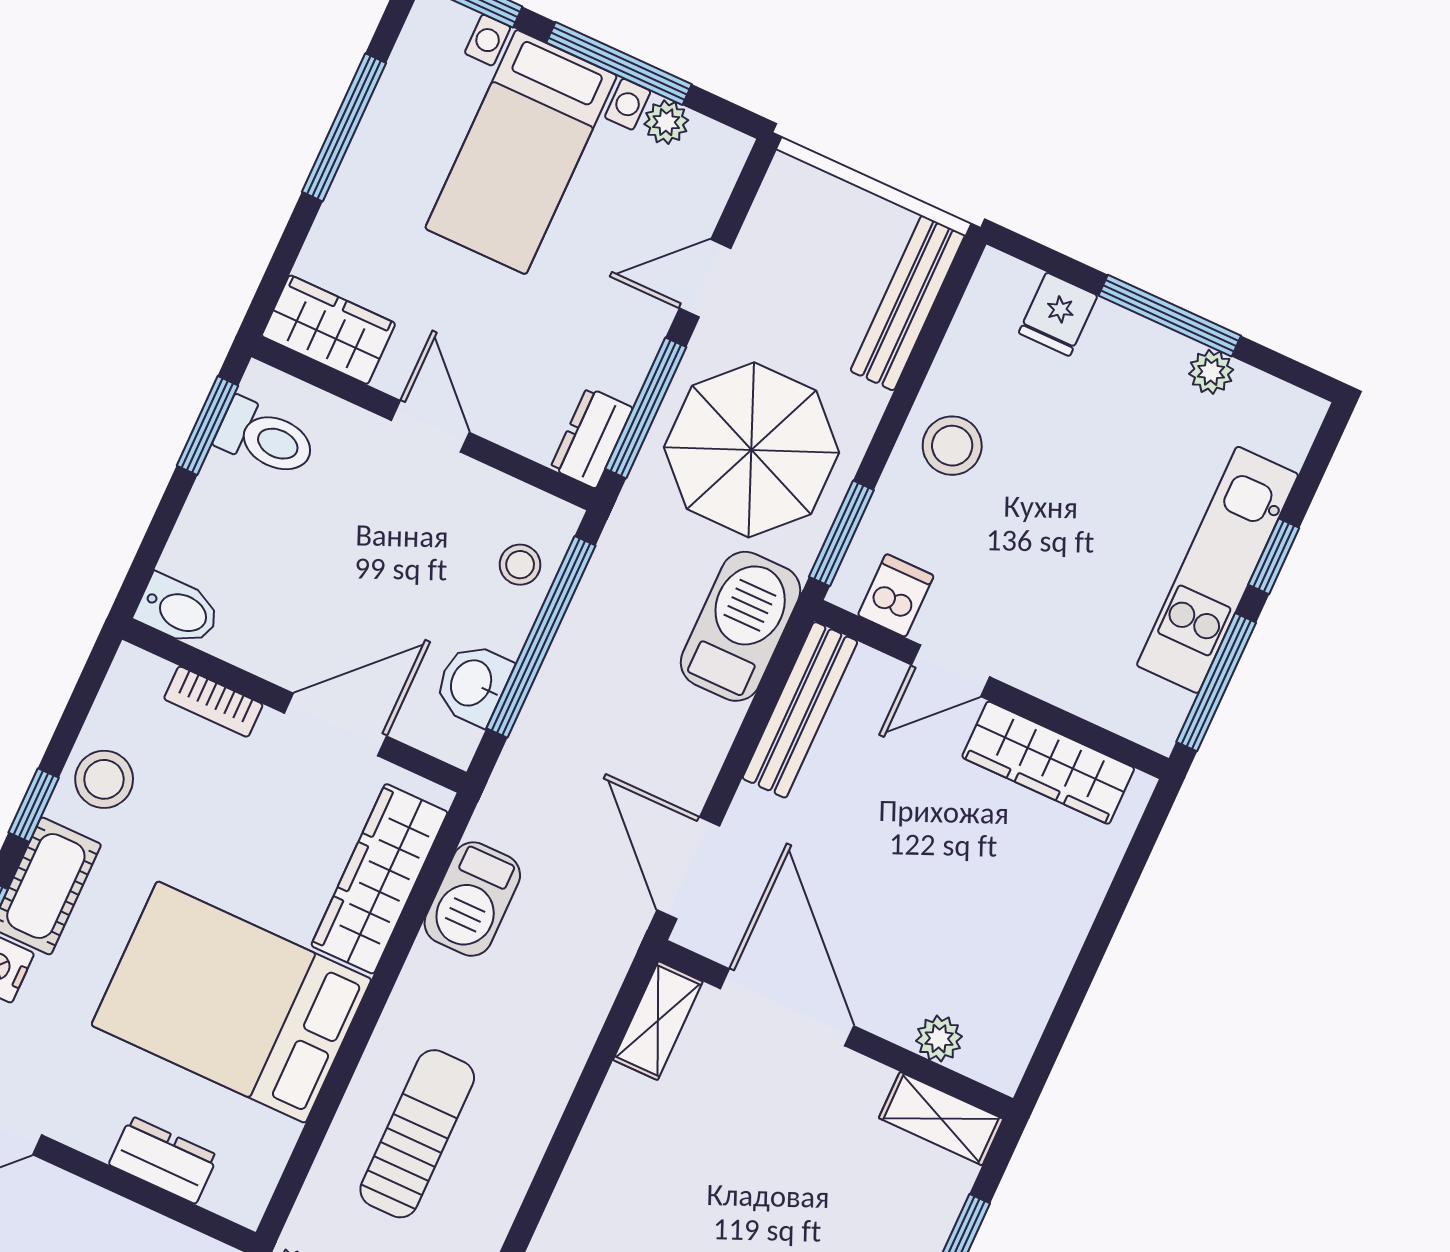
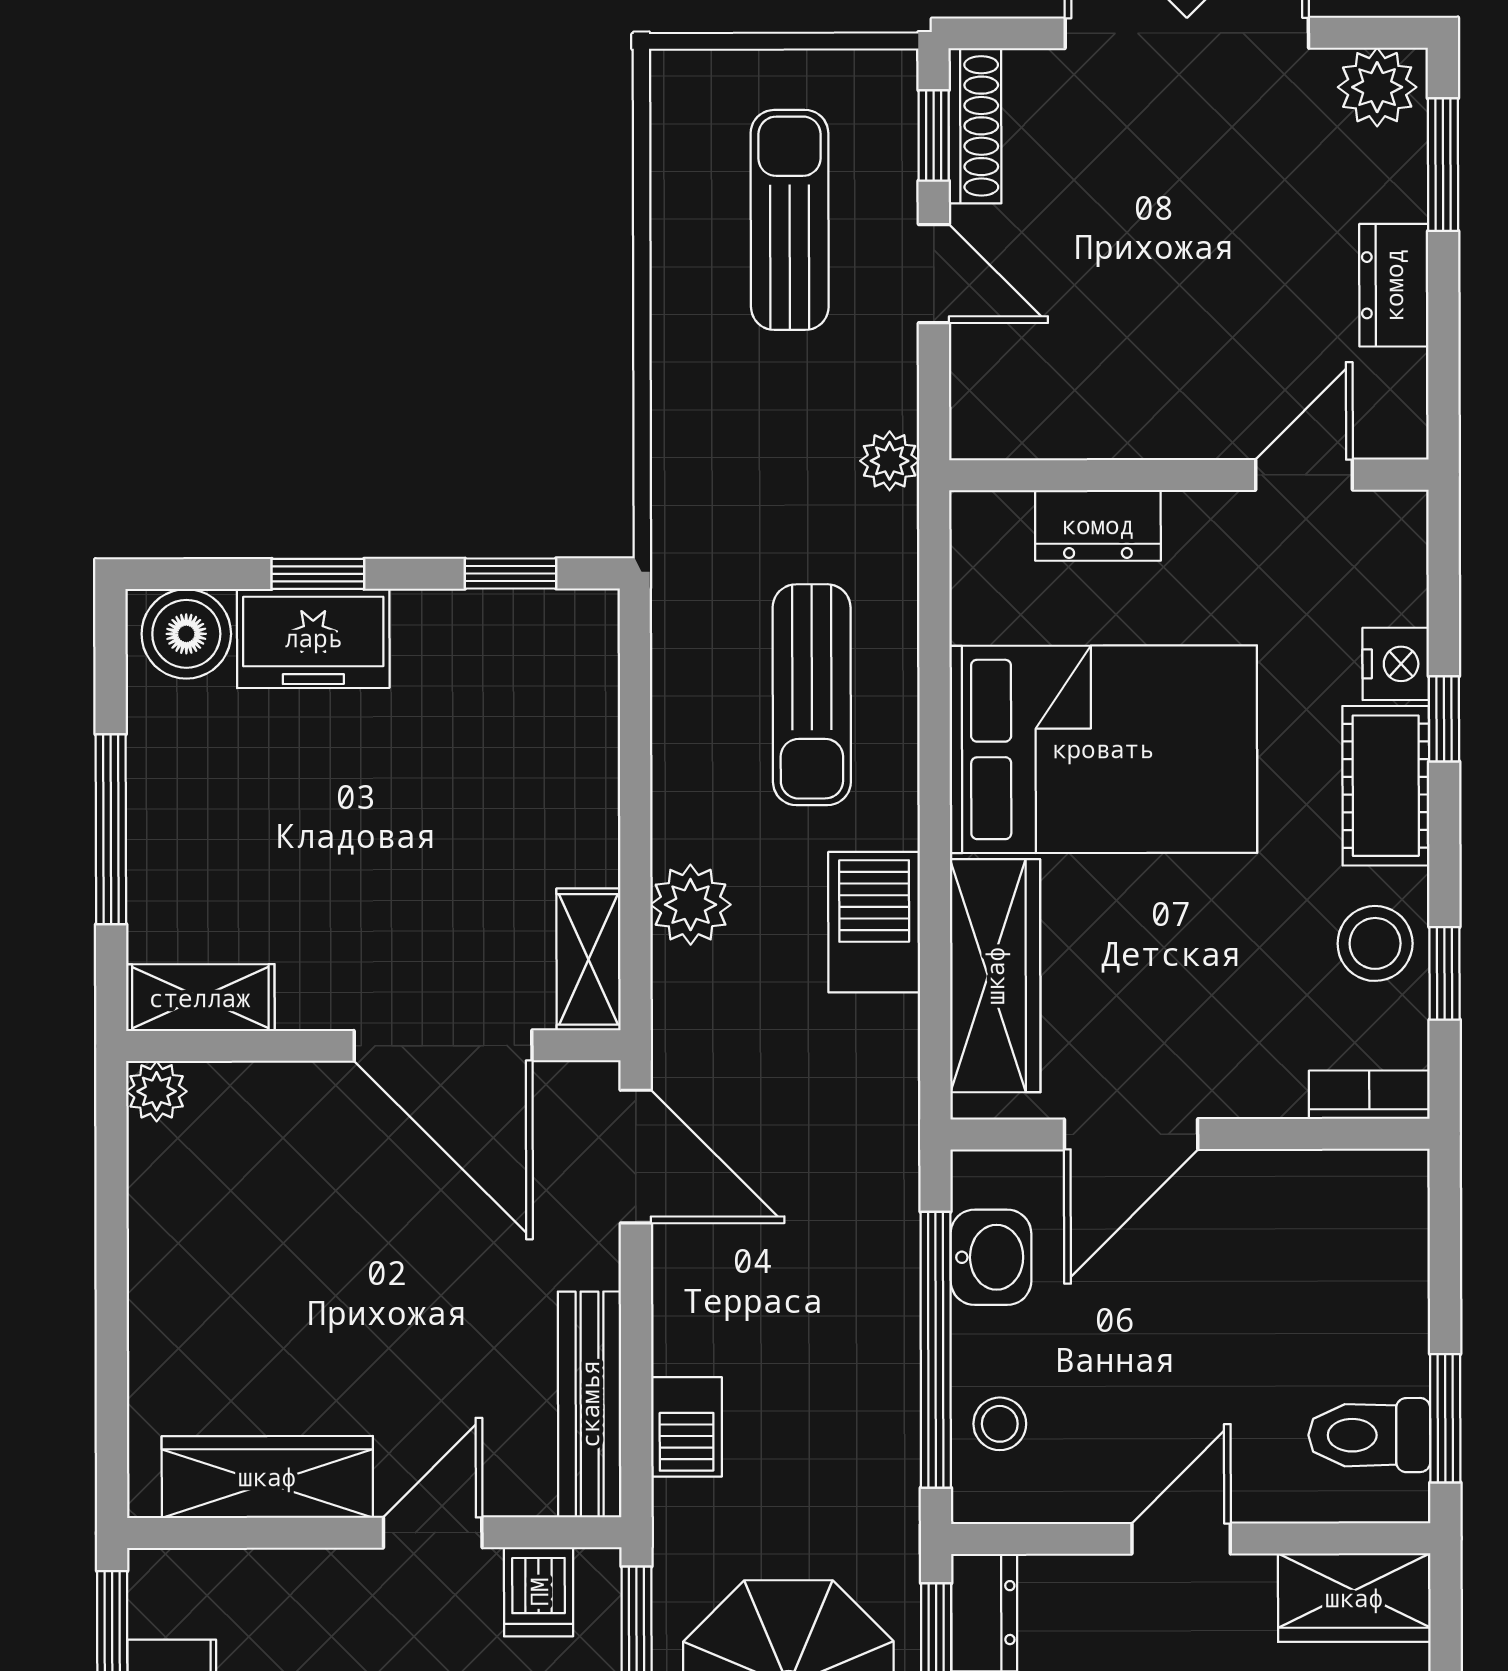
door: (430, 426) -> (1181, 1539), swing flipped
bidet: (178, 610) -> (1379, 1184), removed
barbecue: (741, 626) -> (687, 1427), width x0.53, depth x0.65
bookcase: (213, 702) -> (1369, 1095), moved
window: (34, 805) -> (1444, 973), moved
barbecue: (472, 899) -> (874, 922), moved
plant: (569, 1026) -> (691, 905), added
plant: (939, 1039) -> (157, 1091), moved

